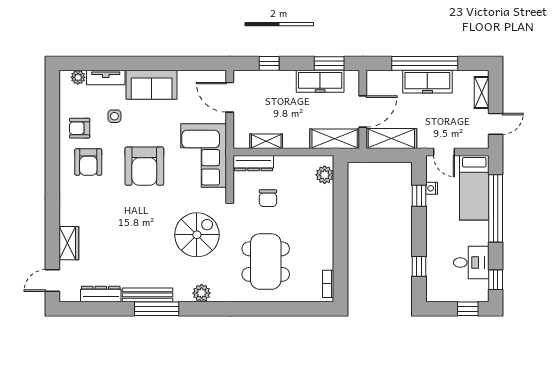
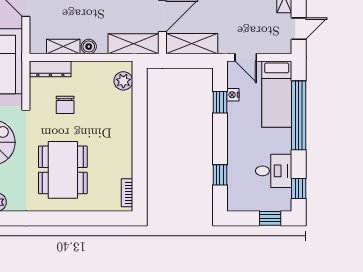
boiler: (291, 141) -> (89, 47), added

